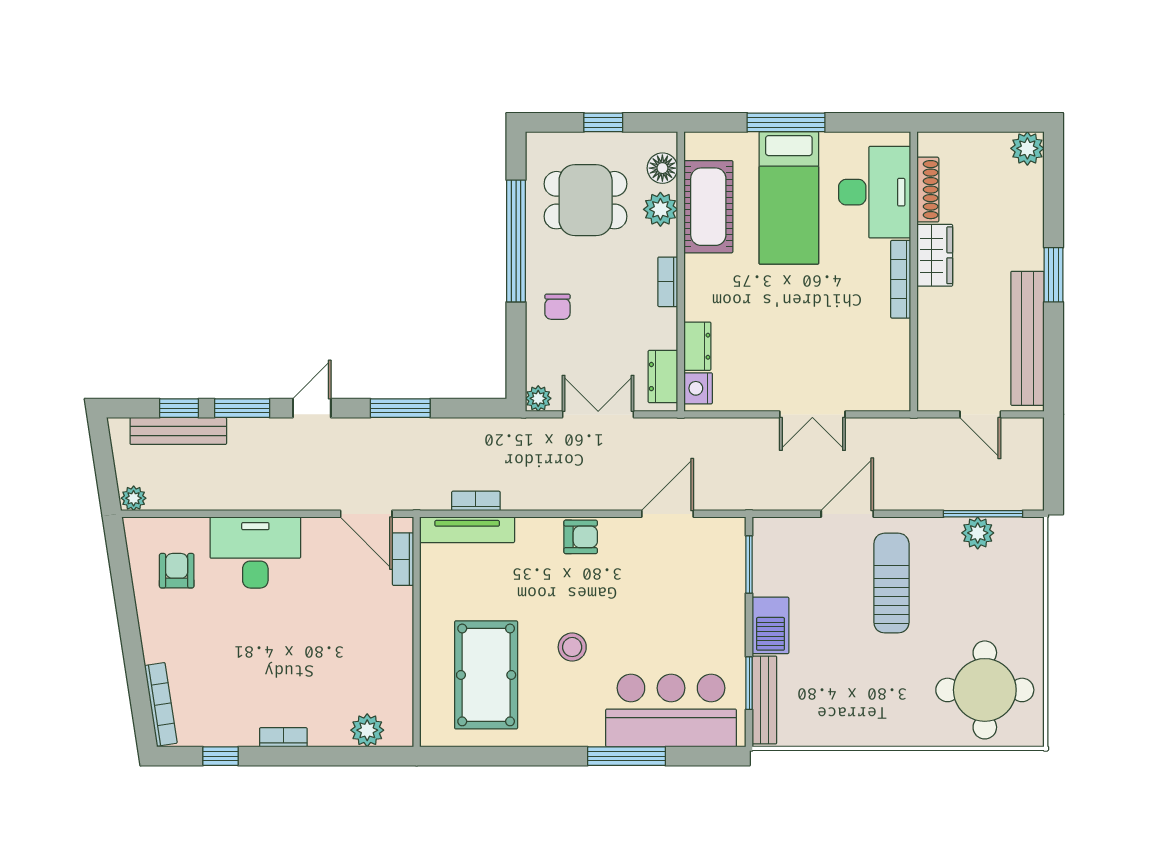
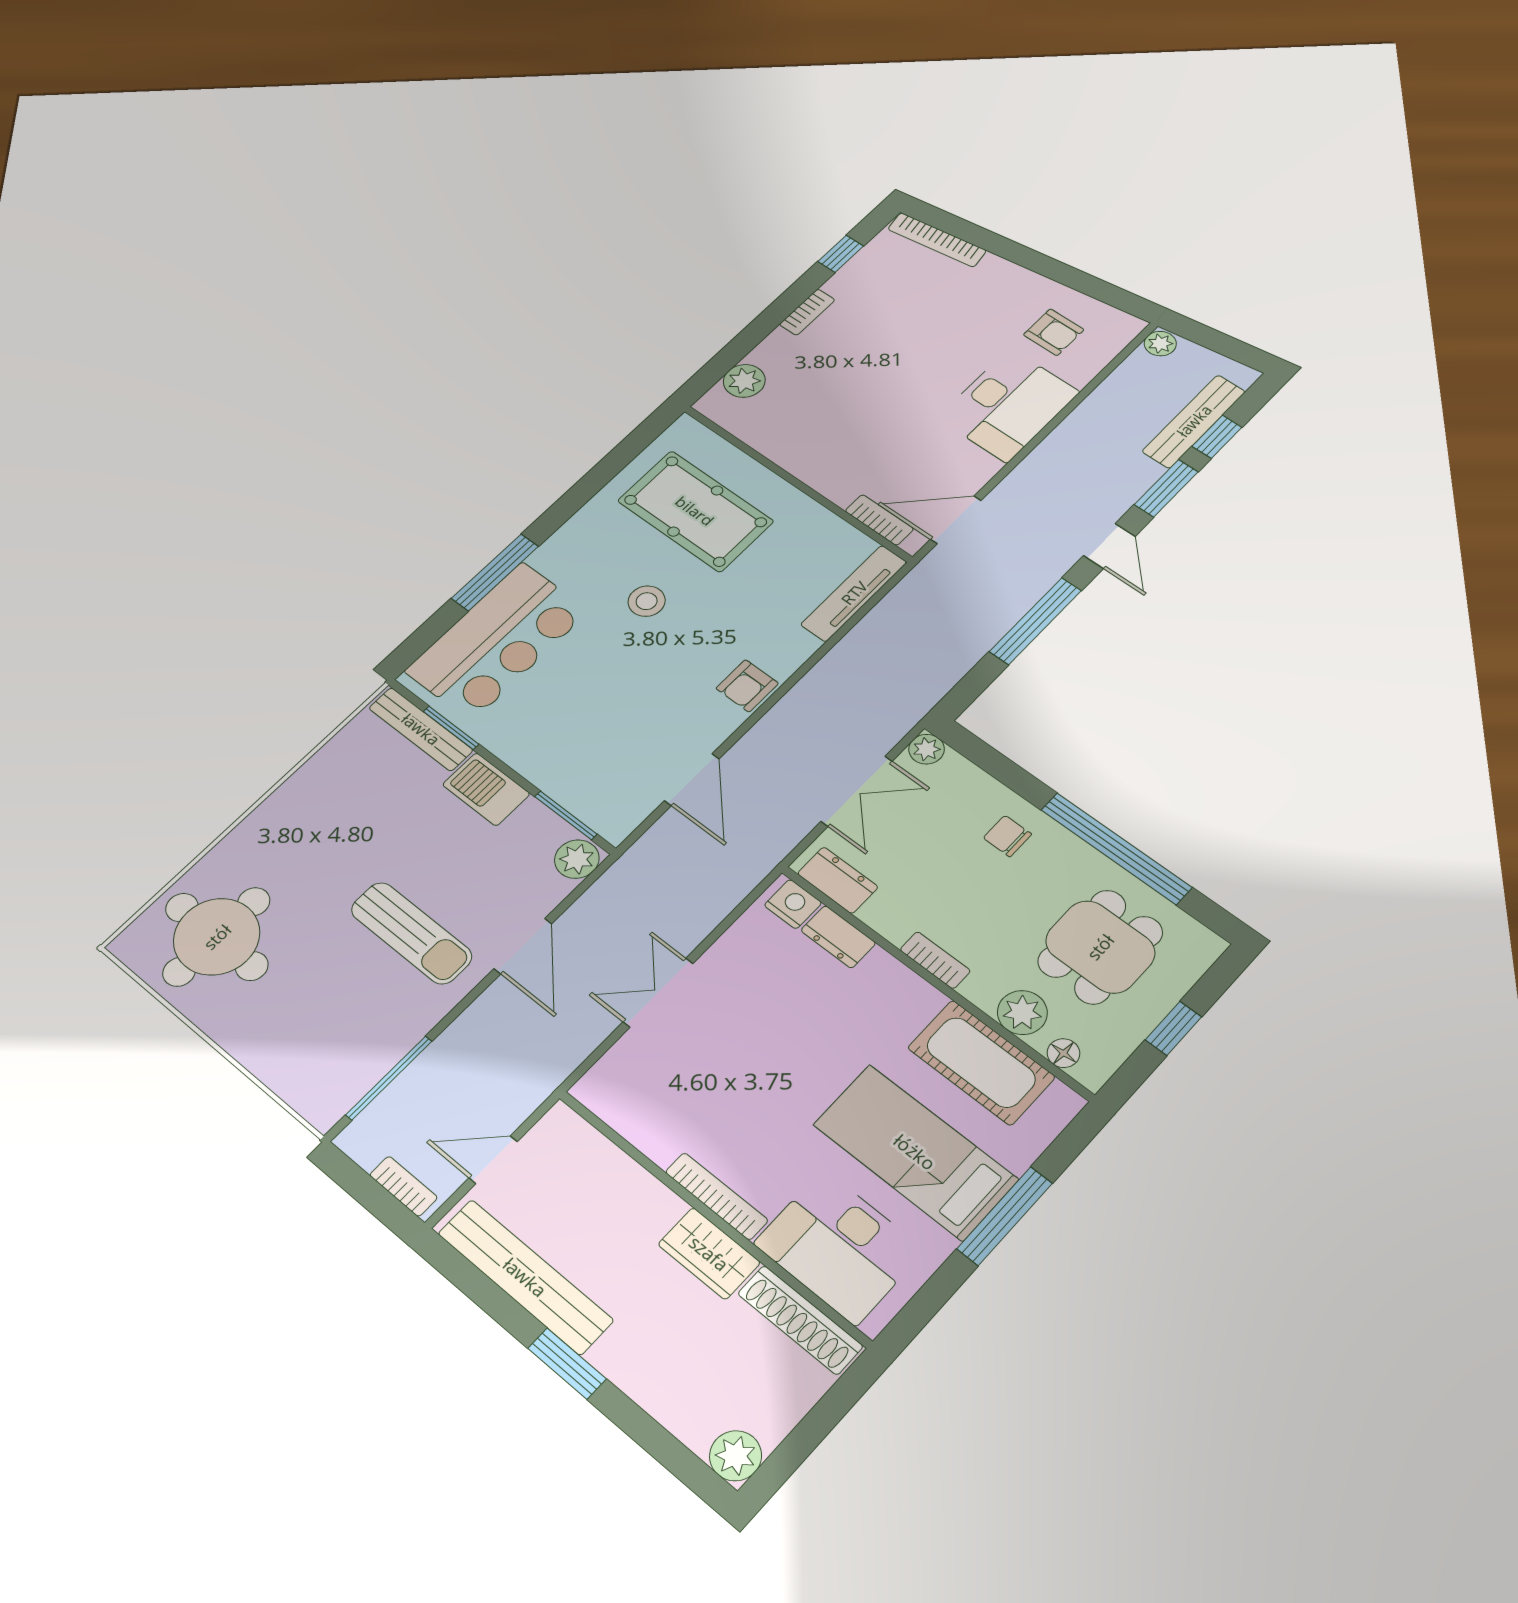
floor lamp: (662, 168) -> (1063, 1053), width x0.73, depth x0.73
shoe rack: (928, 190) -> (800, 1320), width x1.36, depth x1.24
window: (400, 408) -> (1035, 621), width x1.44
bookcase: (476, 501) -> (404, 1186), moved, turned -90
plant: (978, 533) -> (577, 859), moved

